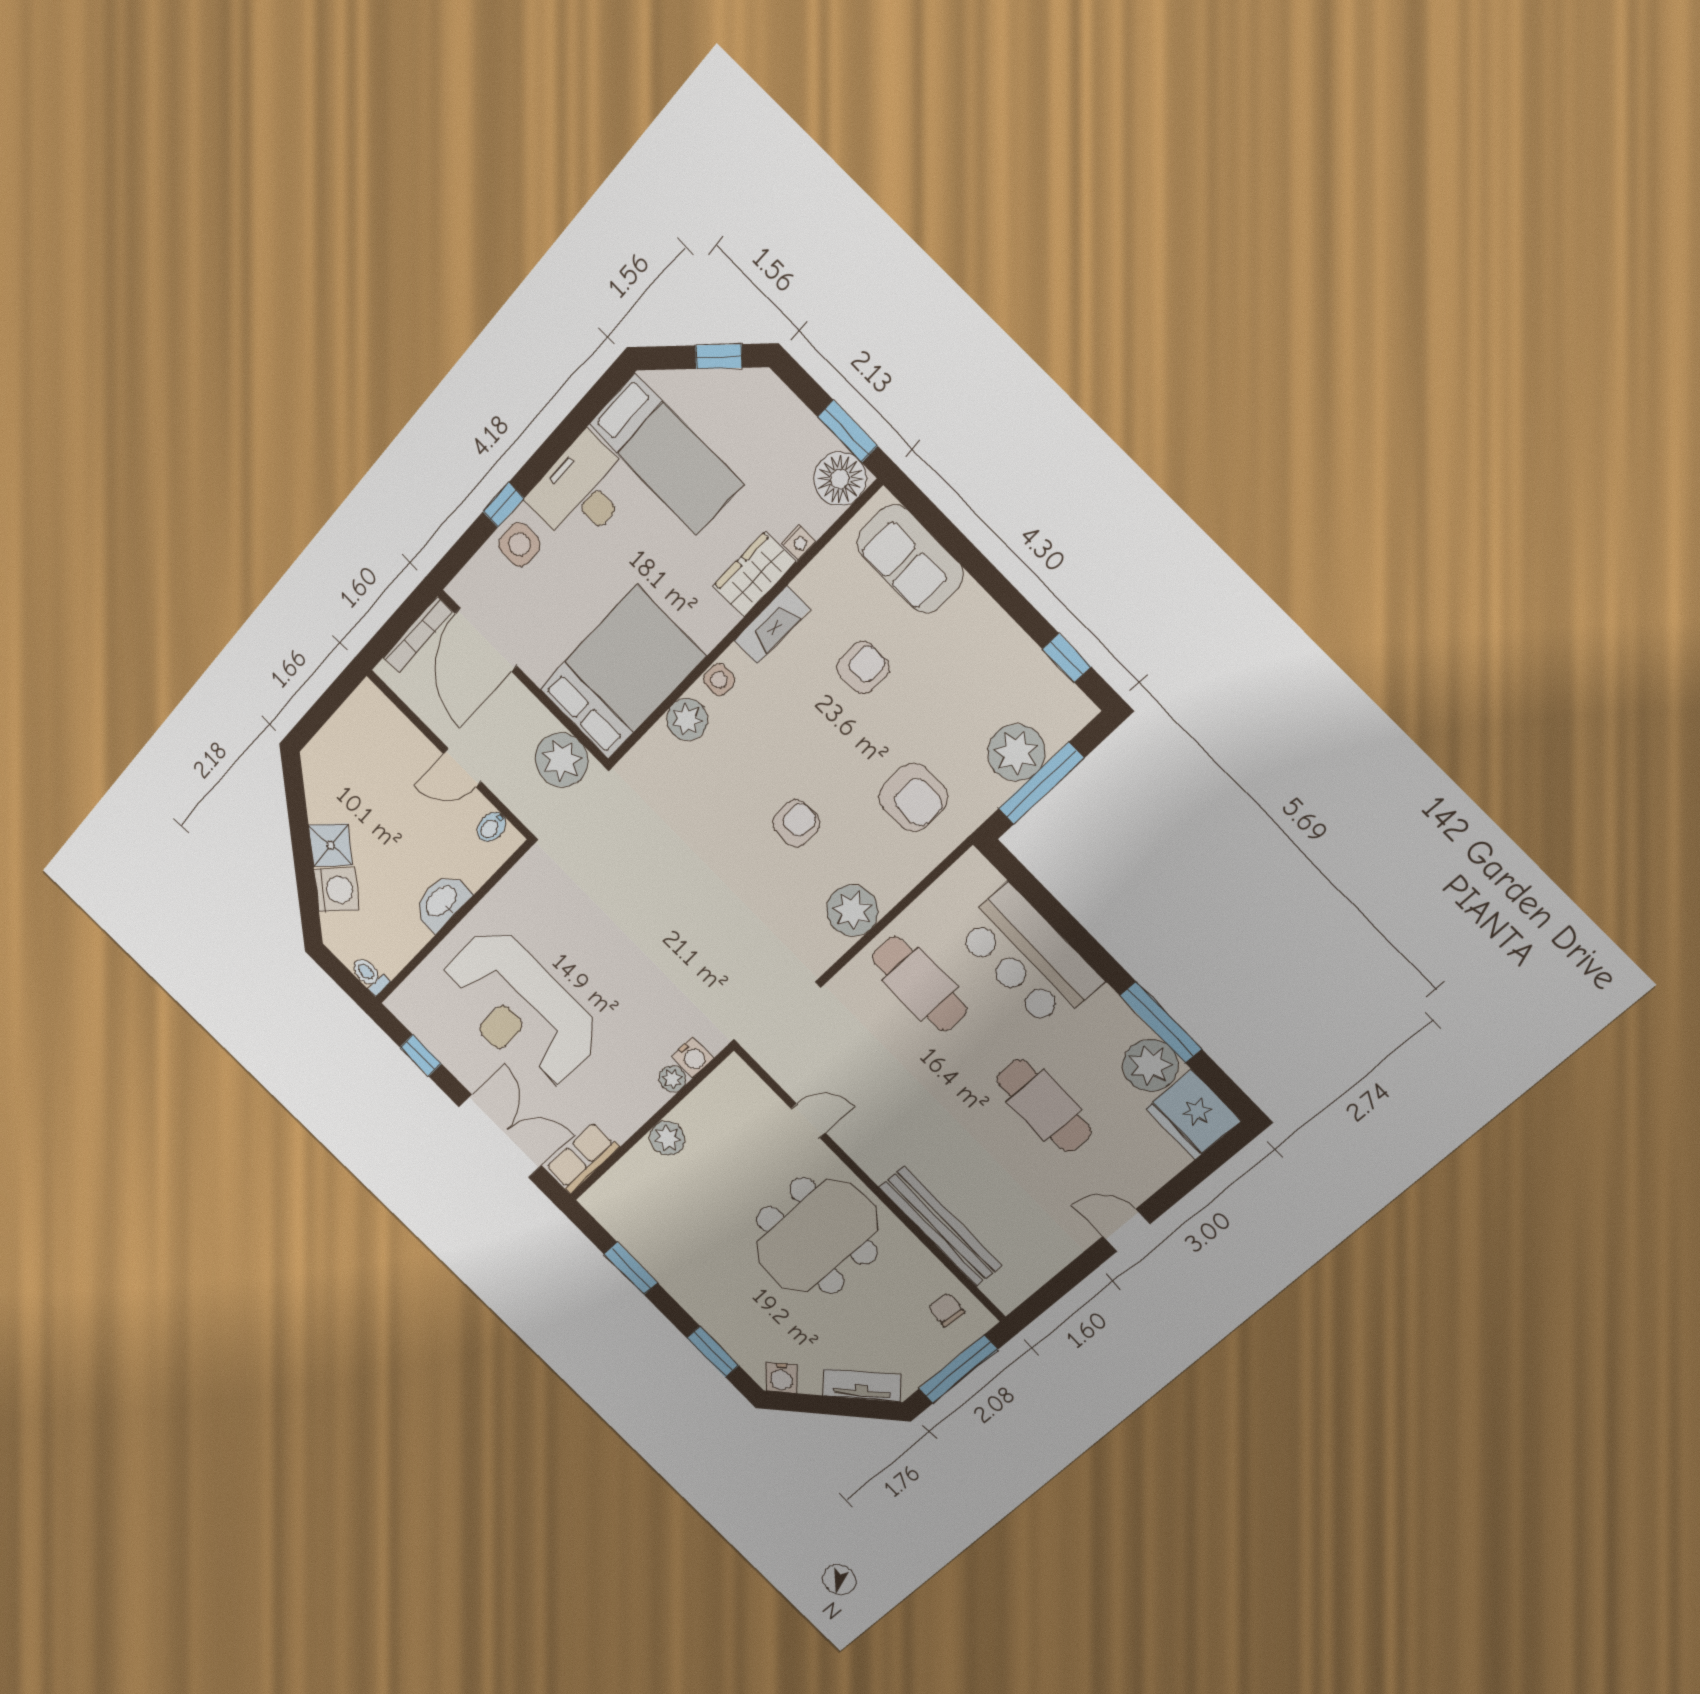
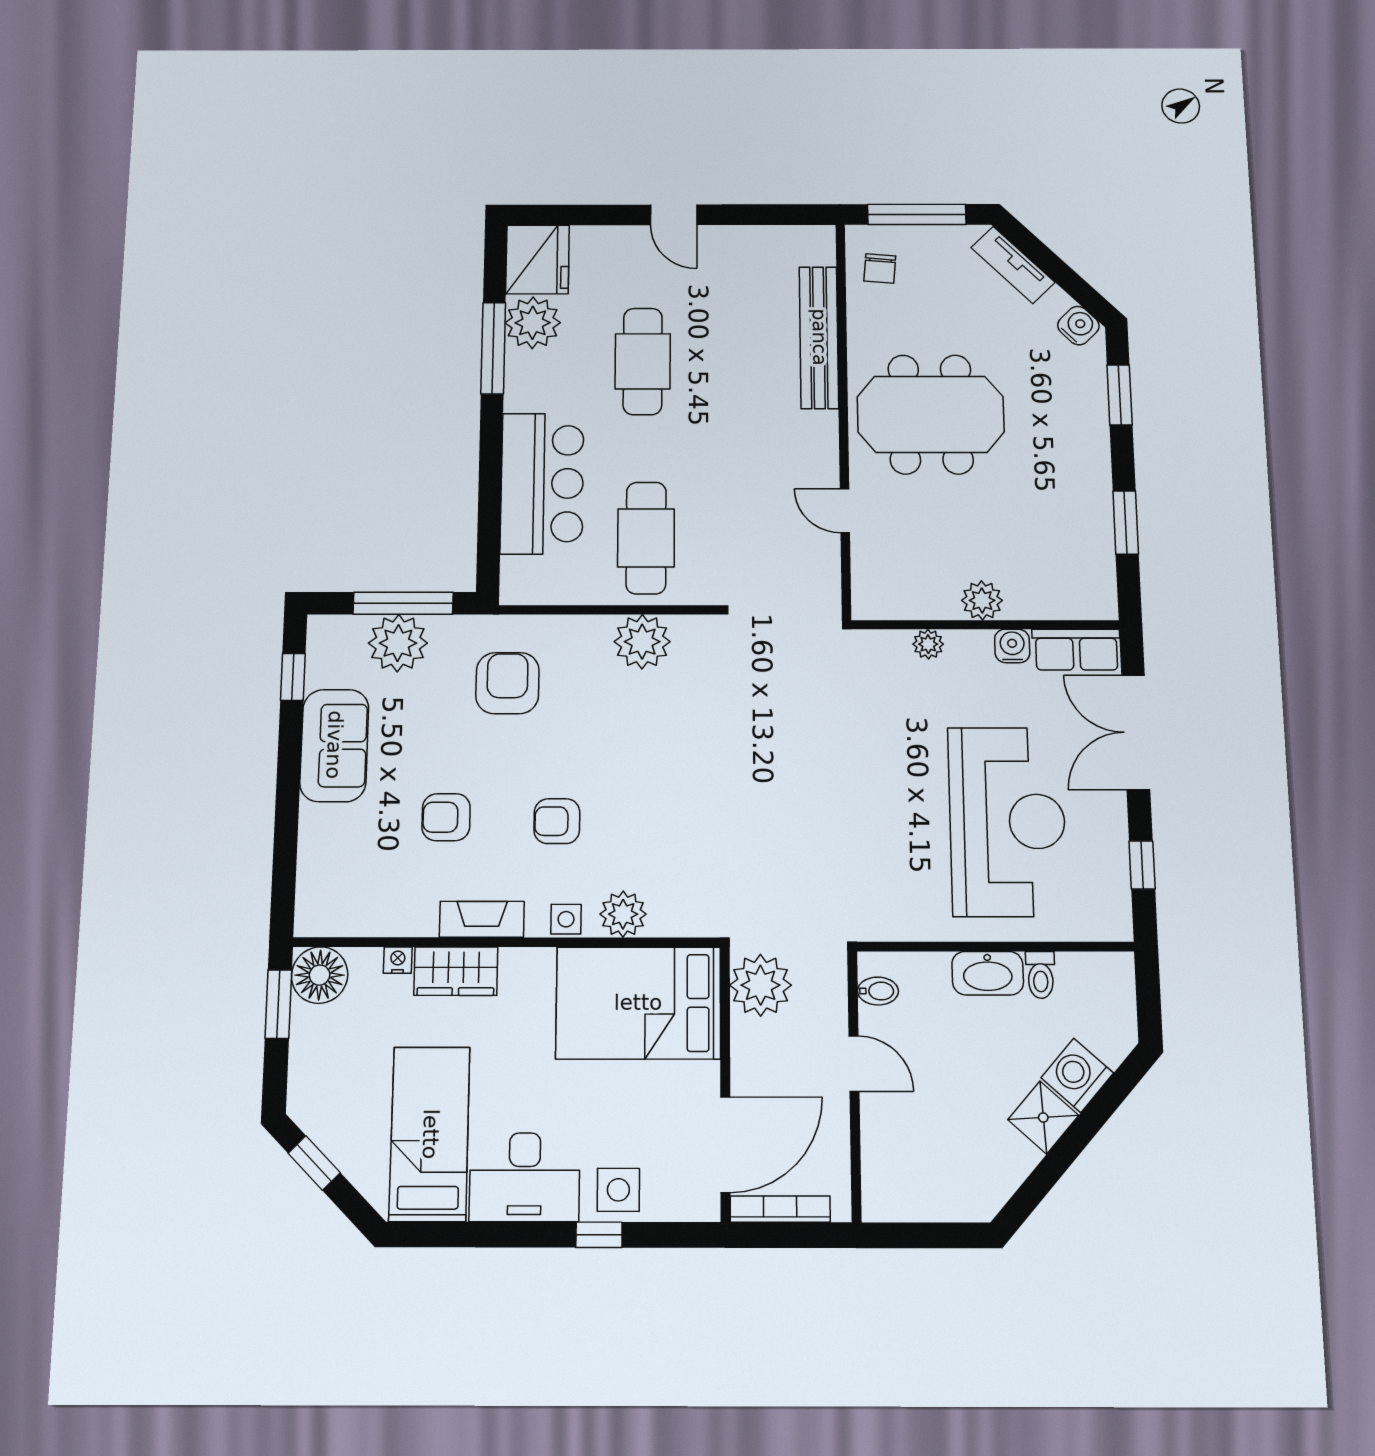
sofa: (910, 559) -> (334, 745), moved
armchair: (796, 823) -> (557, 821), moved
toilet: (370, 976) -> (1041, 975), moved
water cooler: (693, 1057) -> (1012, 646), moved

